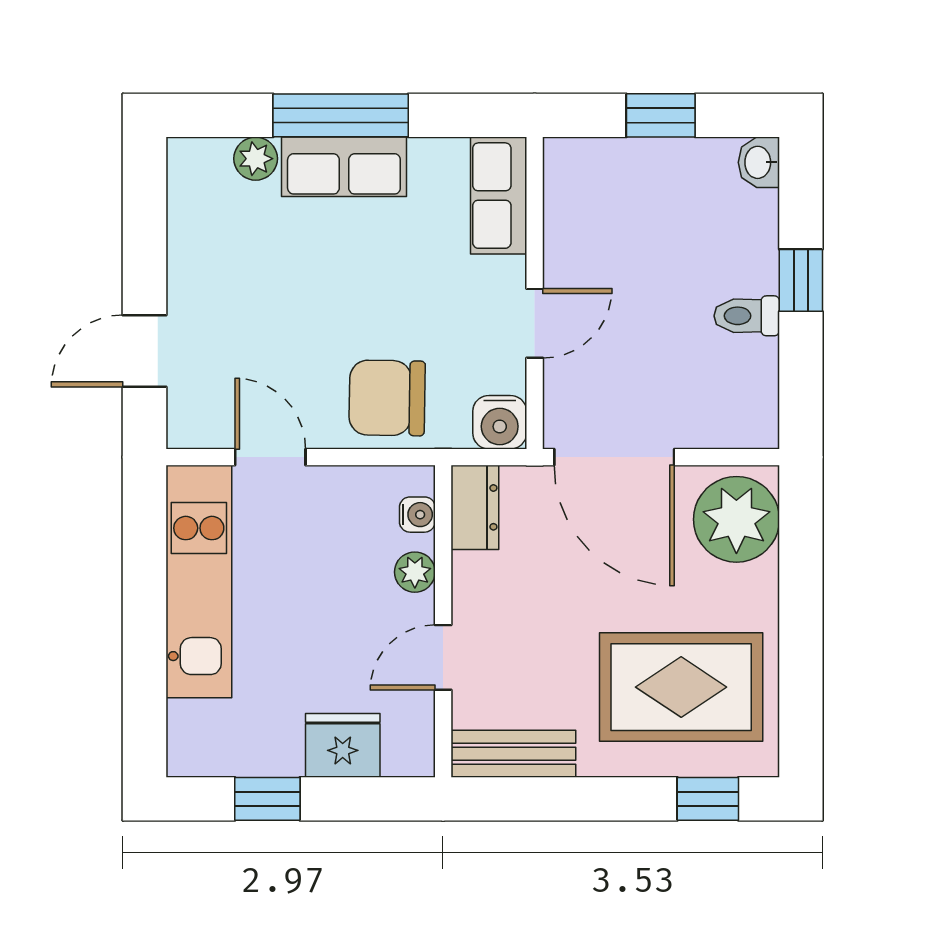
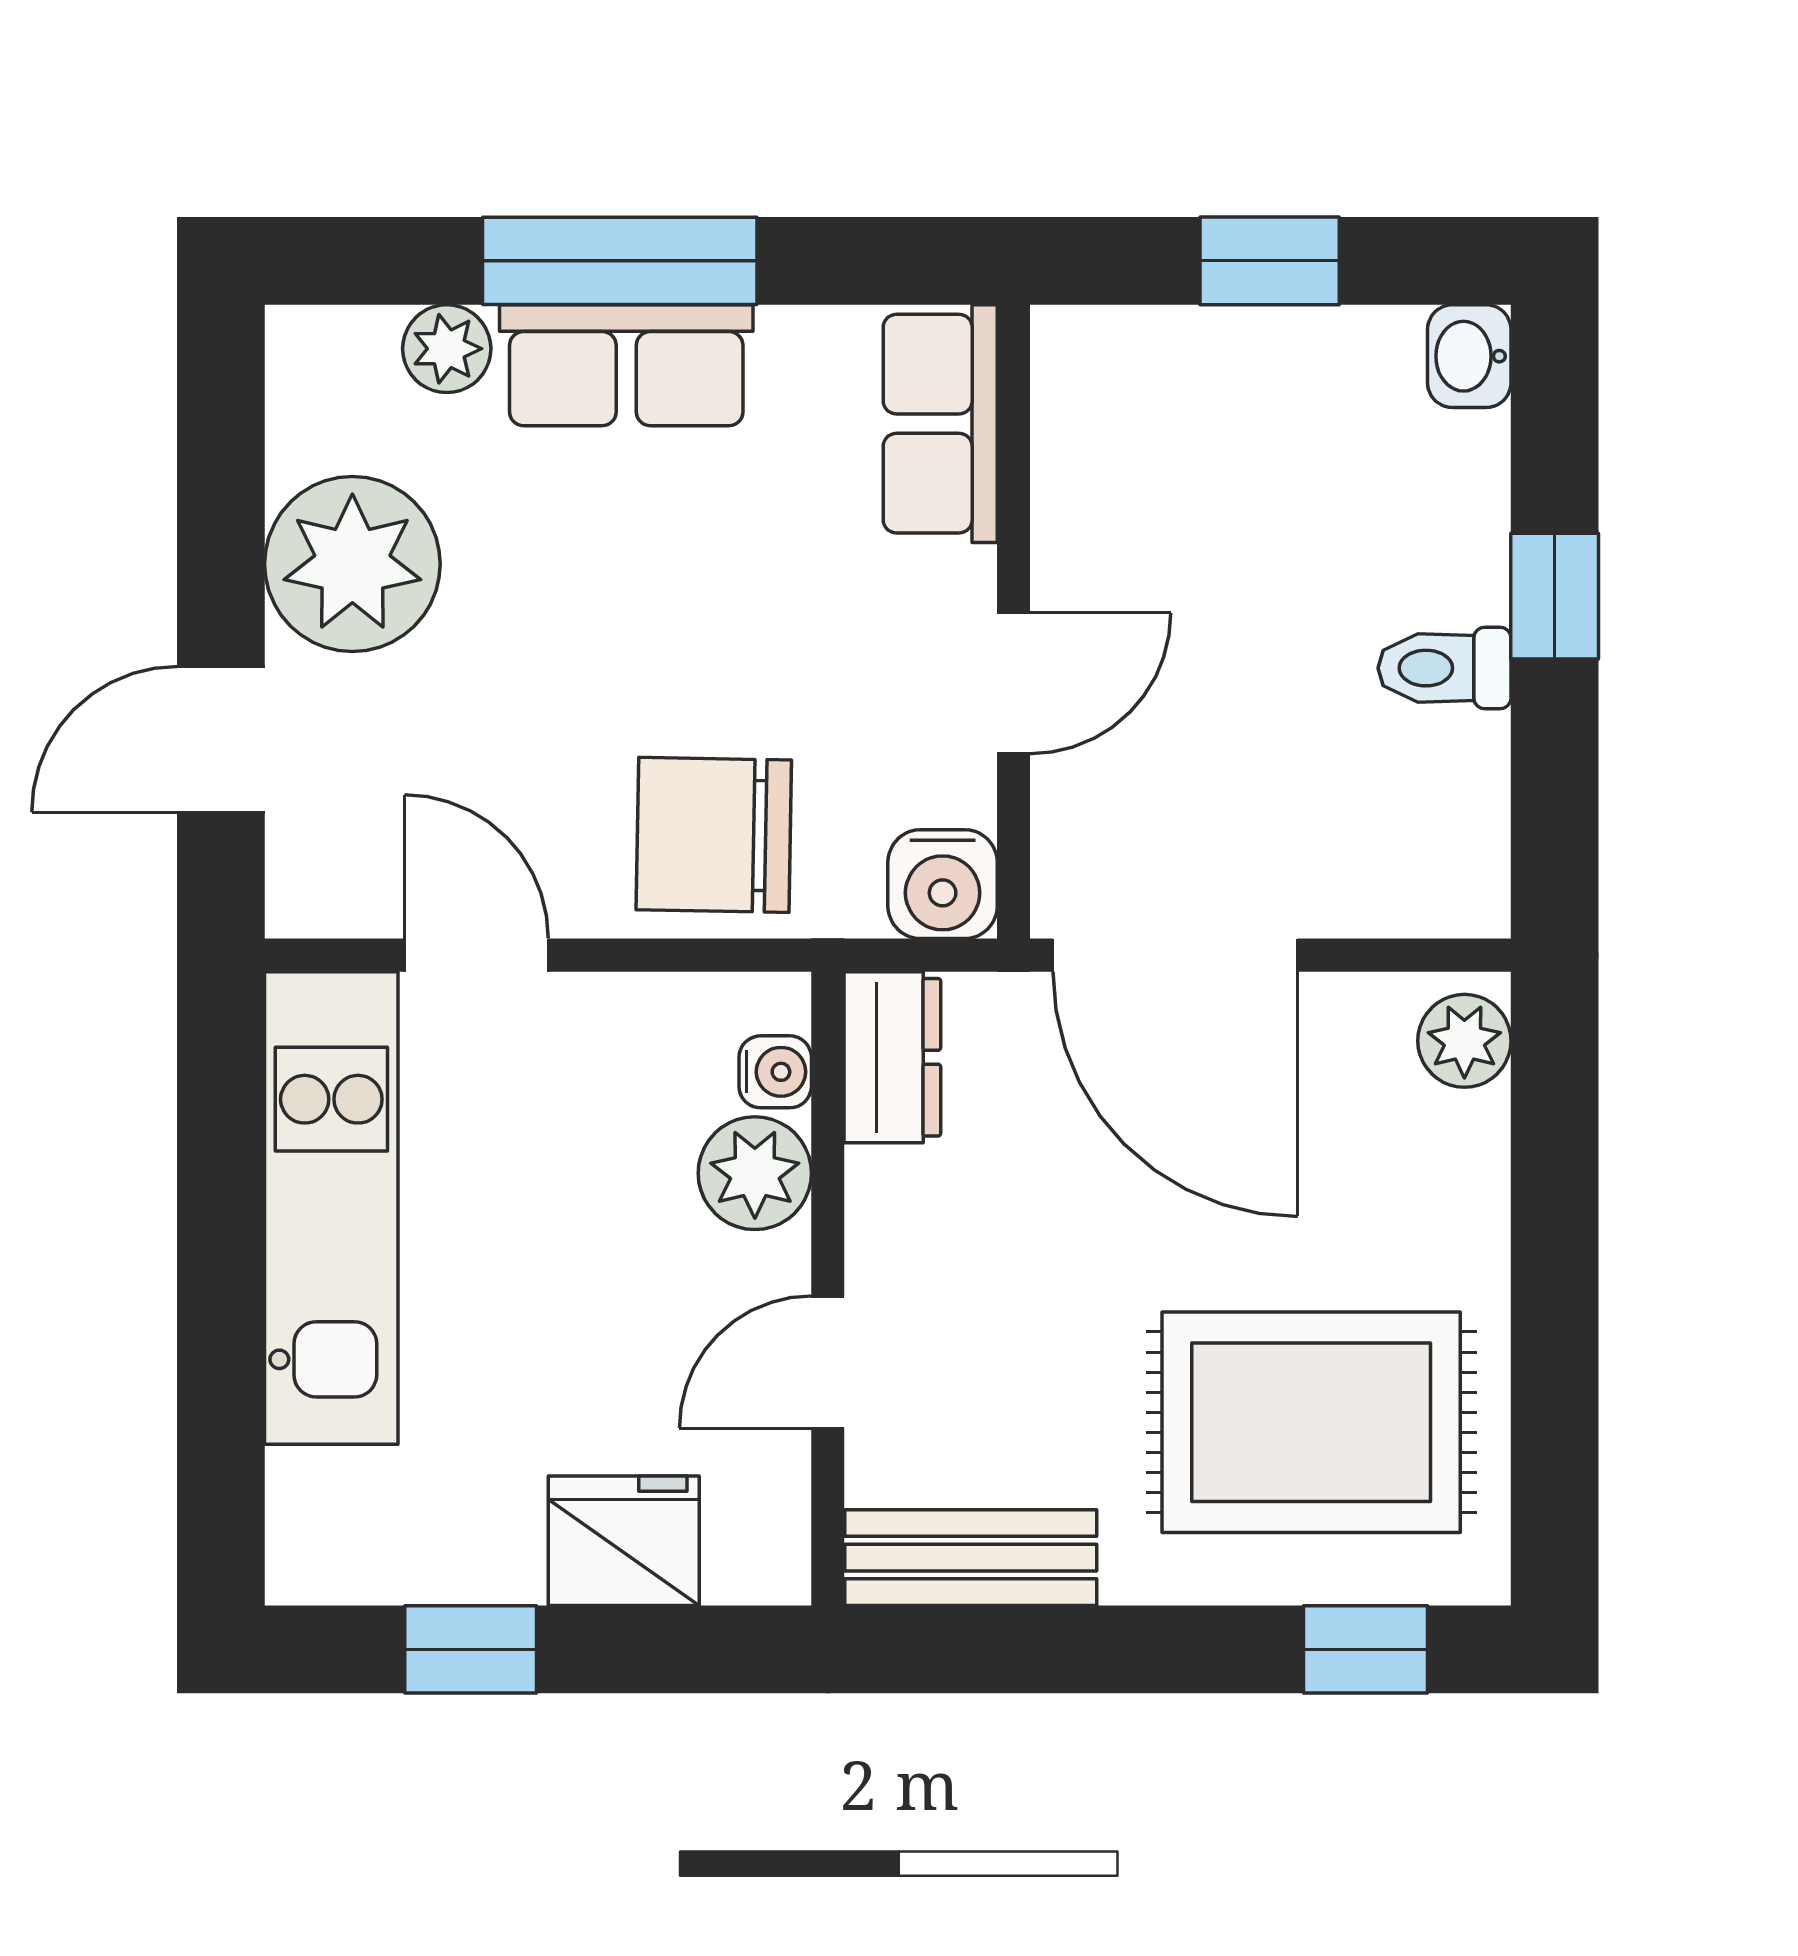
plant: (209, 265) -> (352, 564), added
plant: (736, 519) -> (1464, 1041), width x0.53, depth x0.53
plant: (415, 572) -> (755, 1173), width x1.38, depth x1.38

